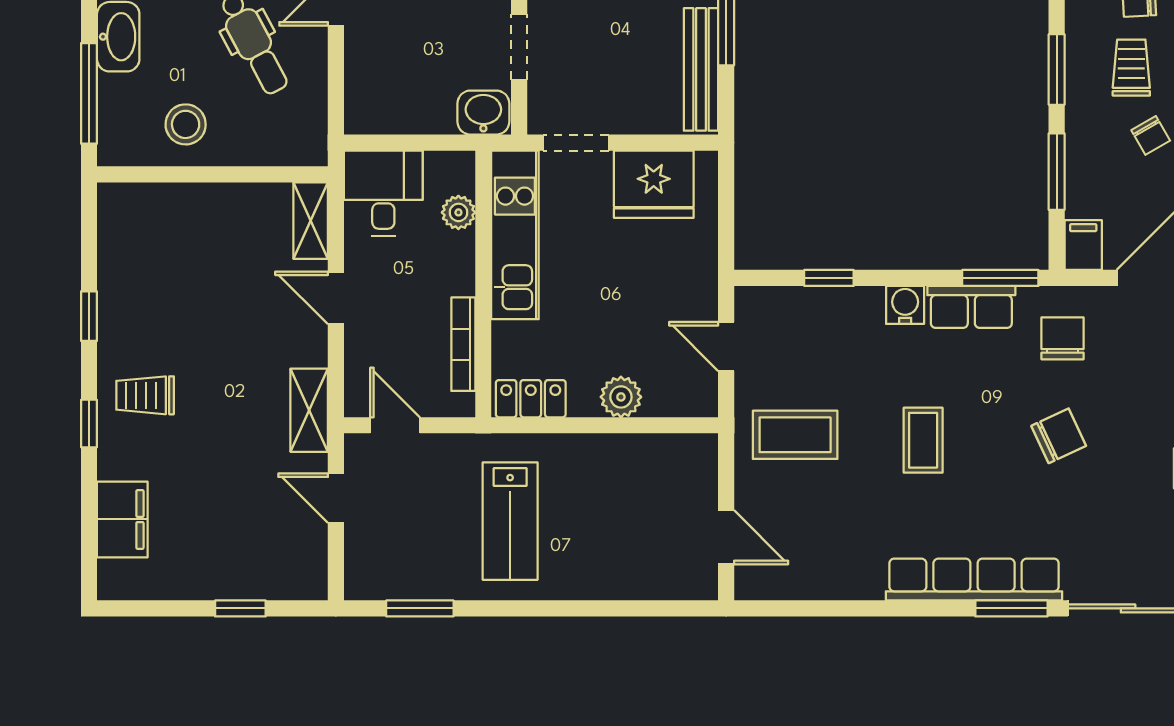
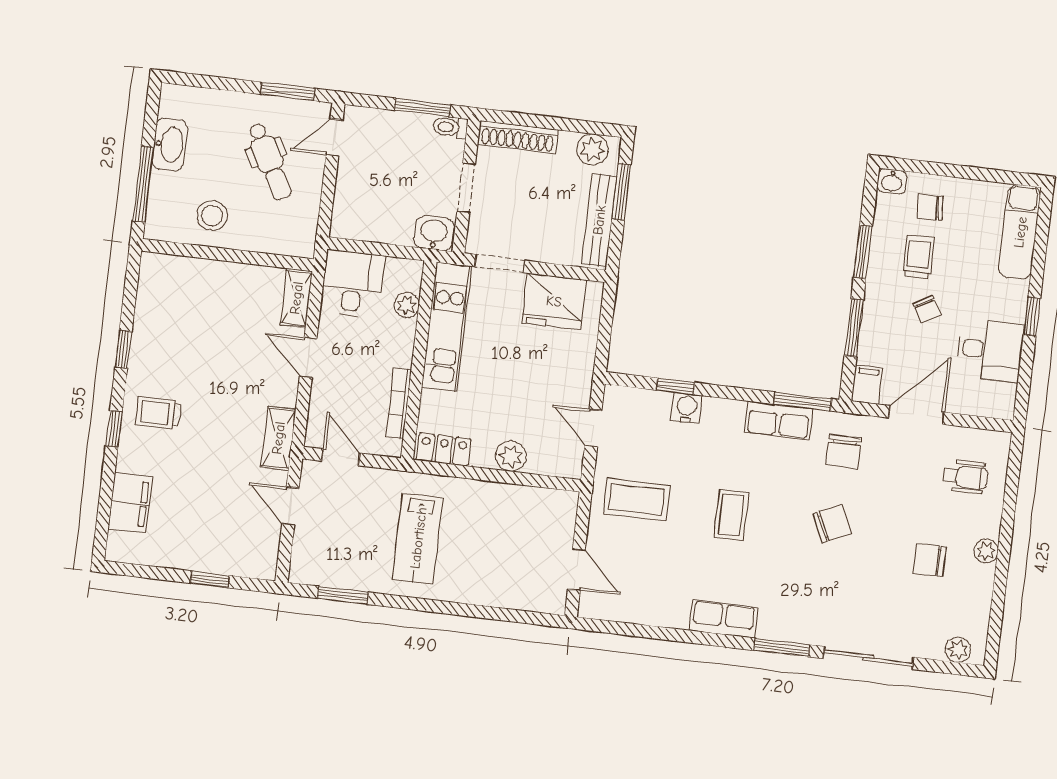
water cooler: (905, 305) -> (687, 408), moved
chair: (1063, 338) -> (843, 452), turned 180
row of seats: (974, 580) -> (724, 619), width x0.50

